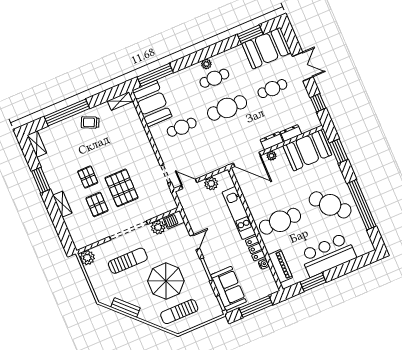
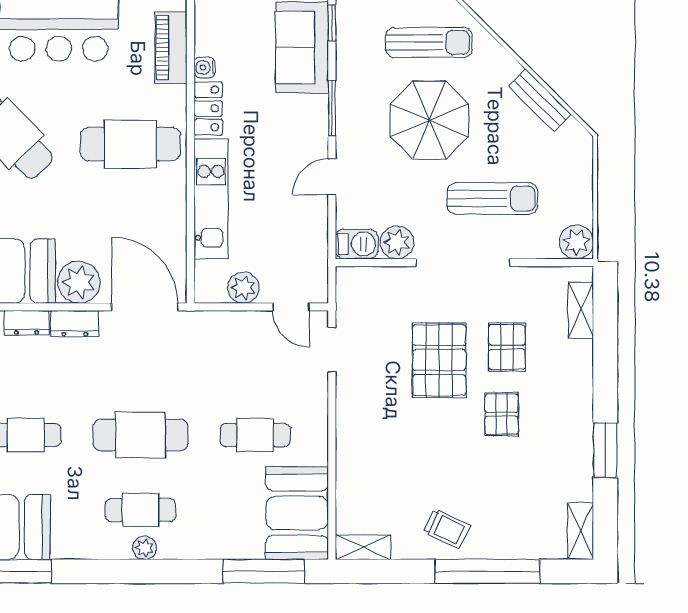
plant: (272, 156) -> (79, 282), width x1.87, depth x1.87
shelving: (62, 204) -> (581, 310), moved
sun lounger: (128, 261) -> (492, 199), turned 180

